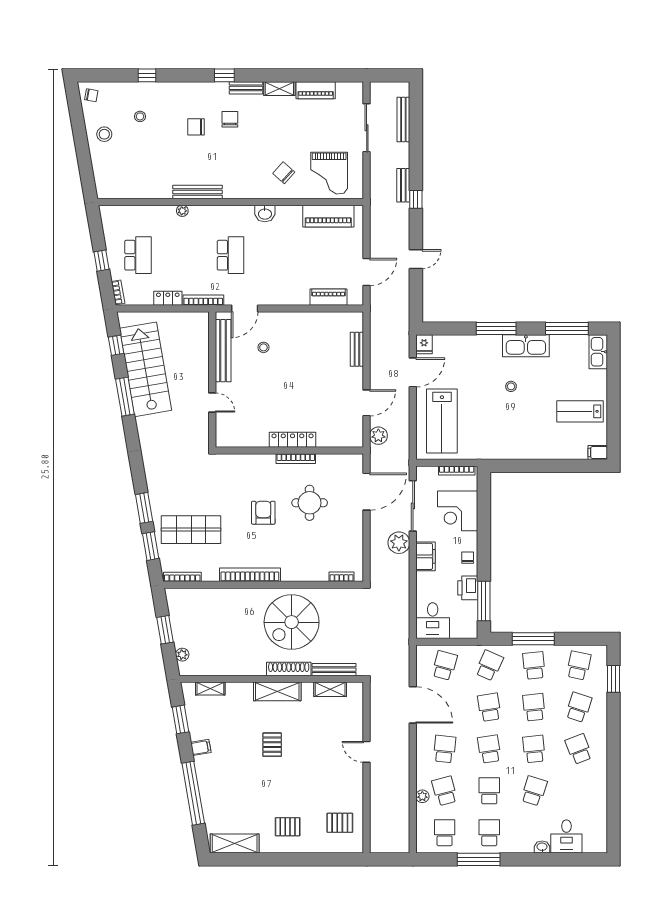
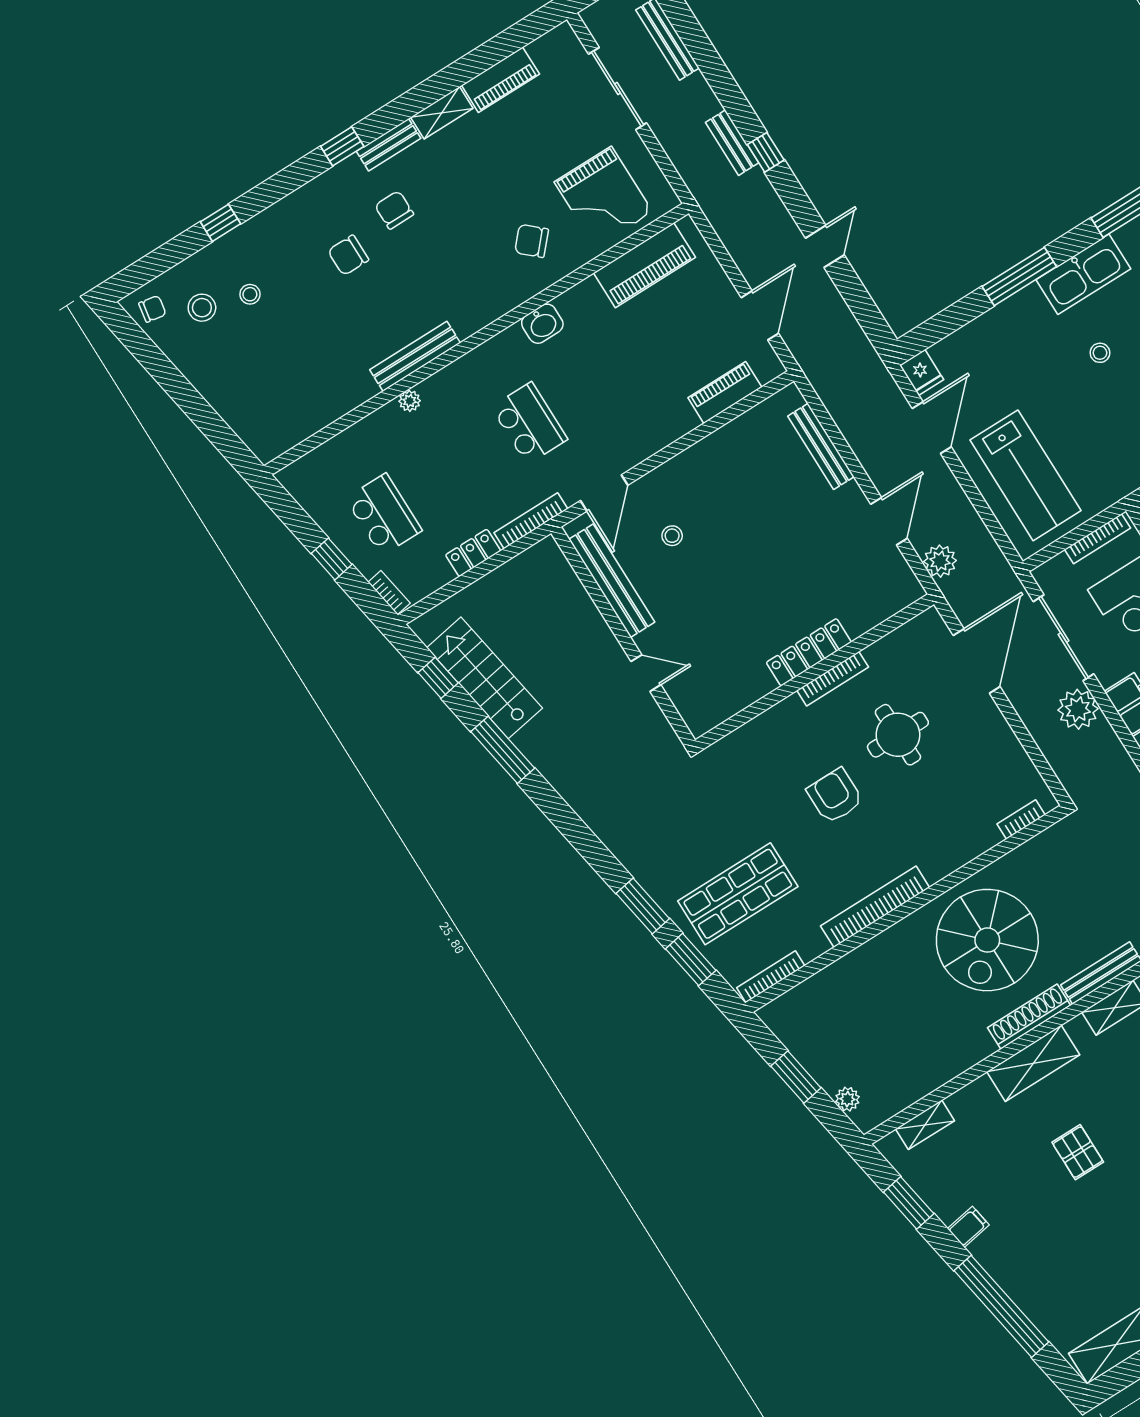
stool: (104, 134) -> (202, 308), moved
bench: (357, 349) -> (821, 446), width x1.36
stairs: (145, 369) -> (485, 678), width x0.73, depth x0.66

